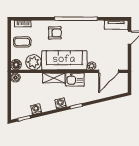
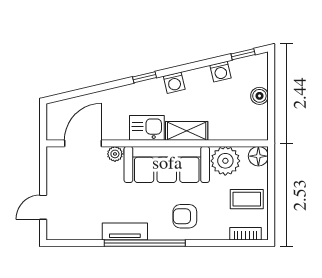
tv unit: (116, 25) -> (125, 231), moved
boiler: (15, 78) -> (259, 96), moved

